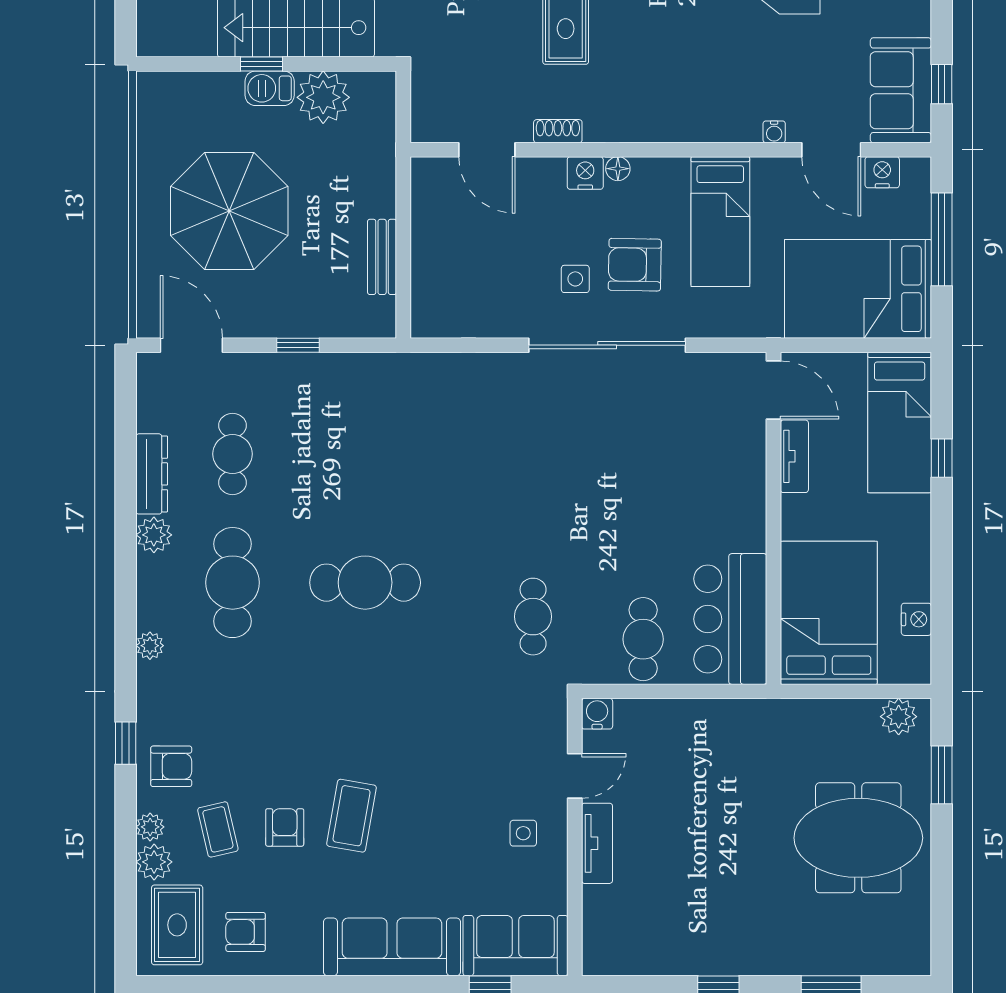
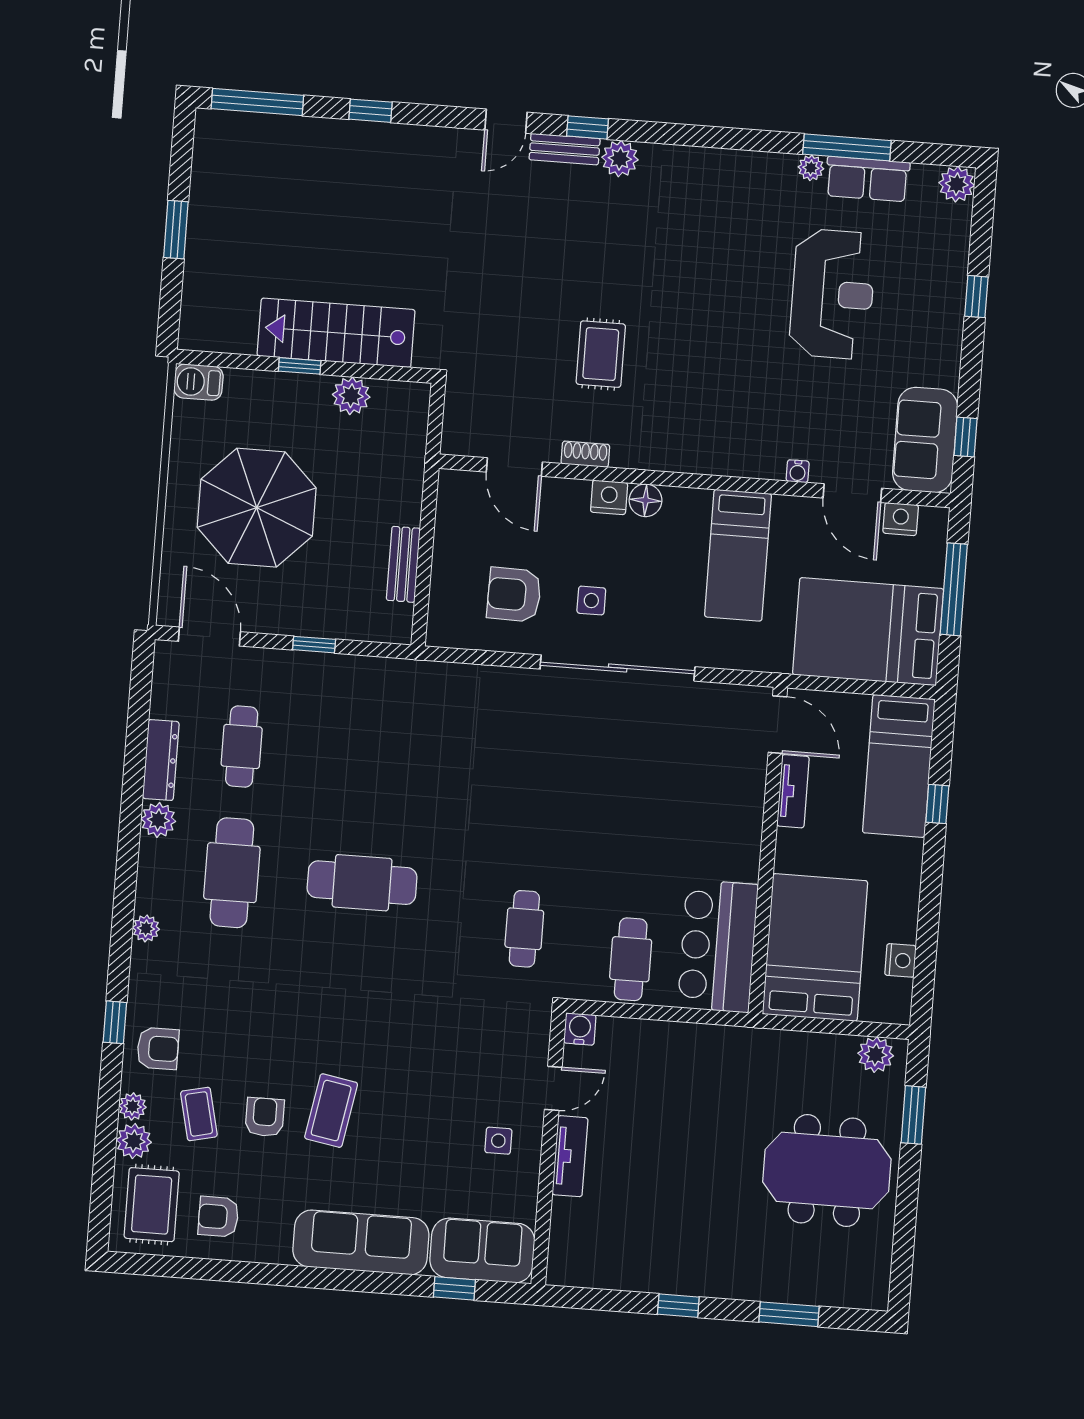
barbecue: (270, 88) -> (198, 382), moved
plant: (323, 97) -> (351, 396), width x0.73, depth x0.73
floor lamp: (618, 169) -> (646, 500), width x1.37, depth x1.37
armchair: (635, 265) -> (514, 595), moved

